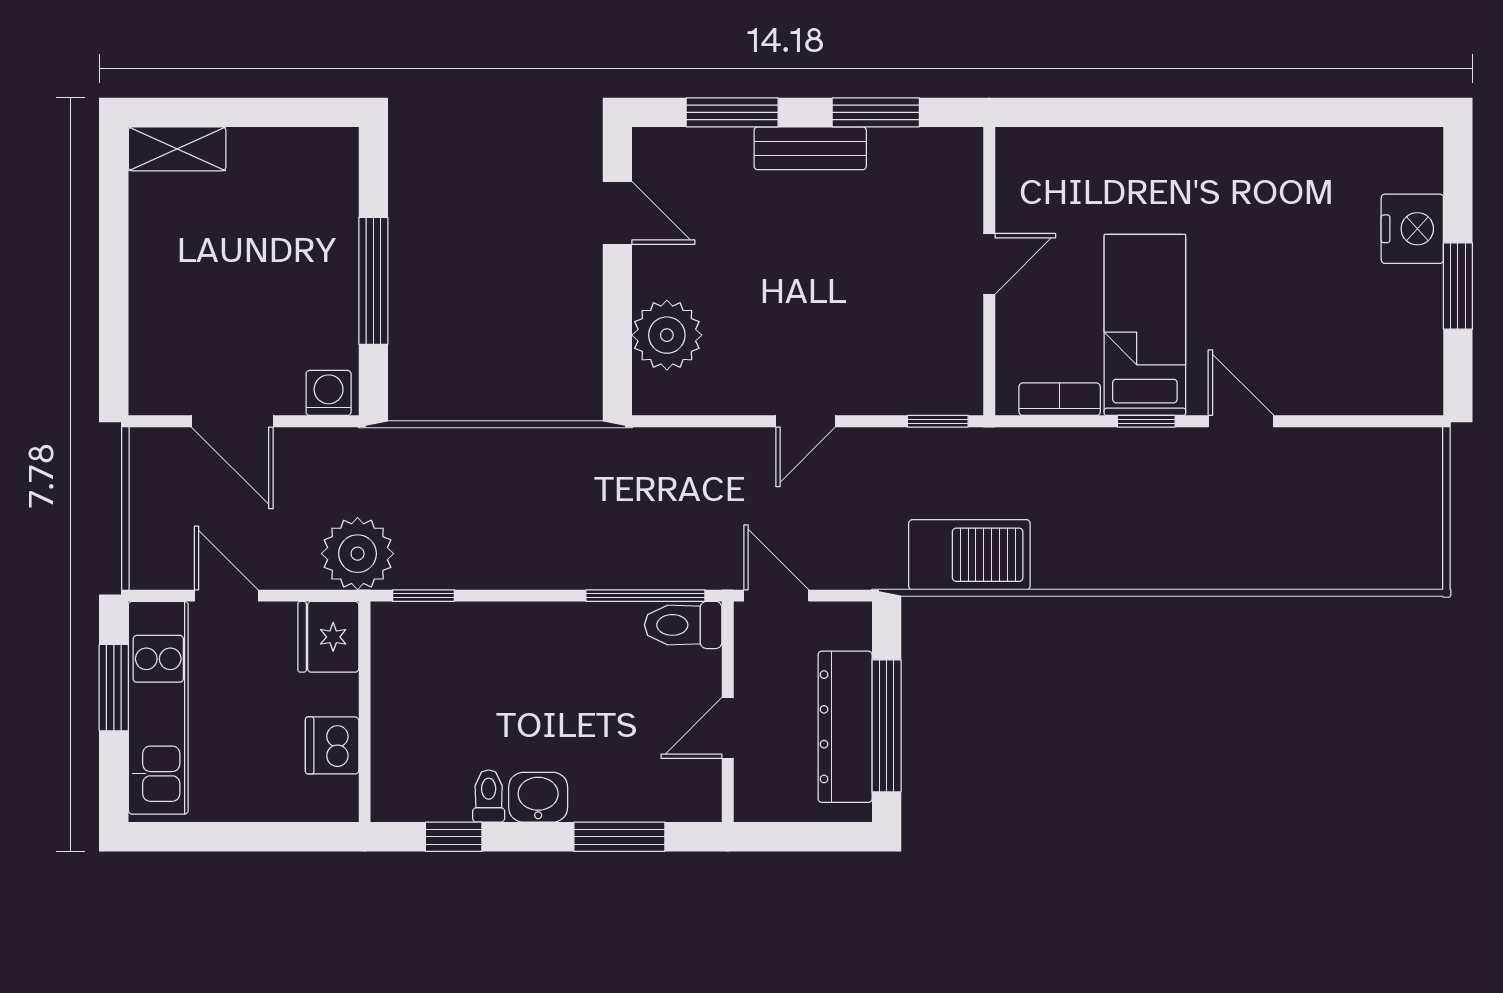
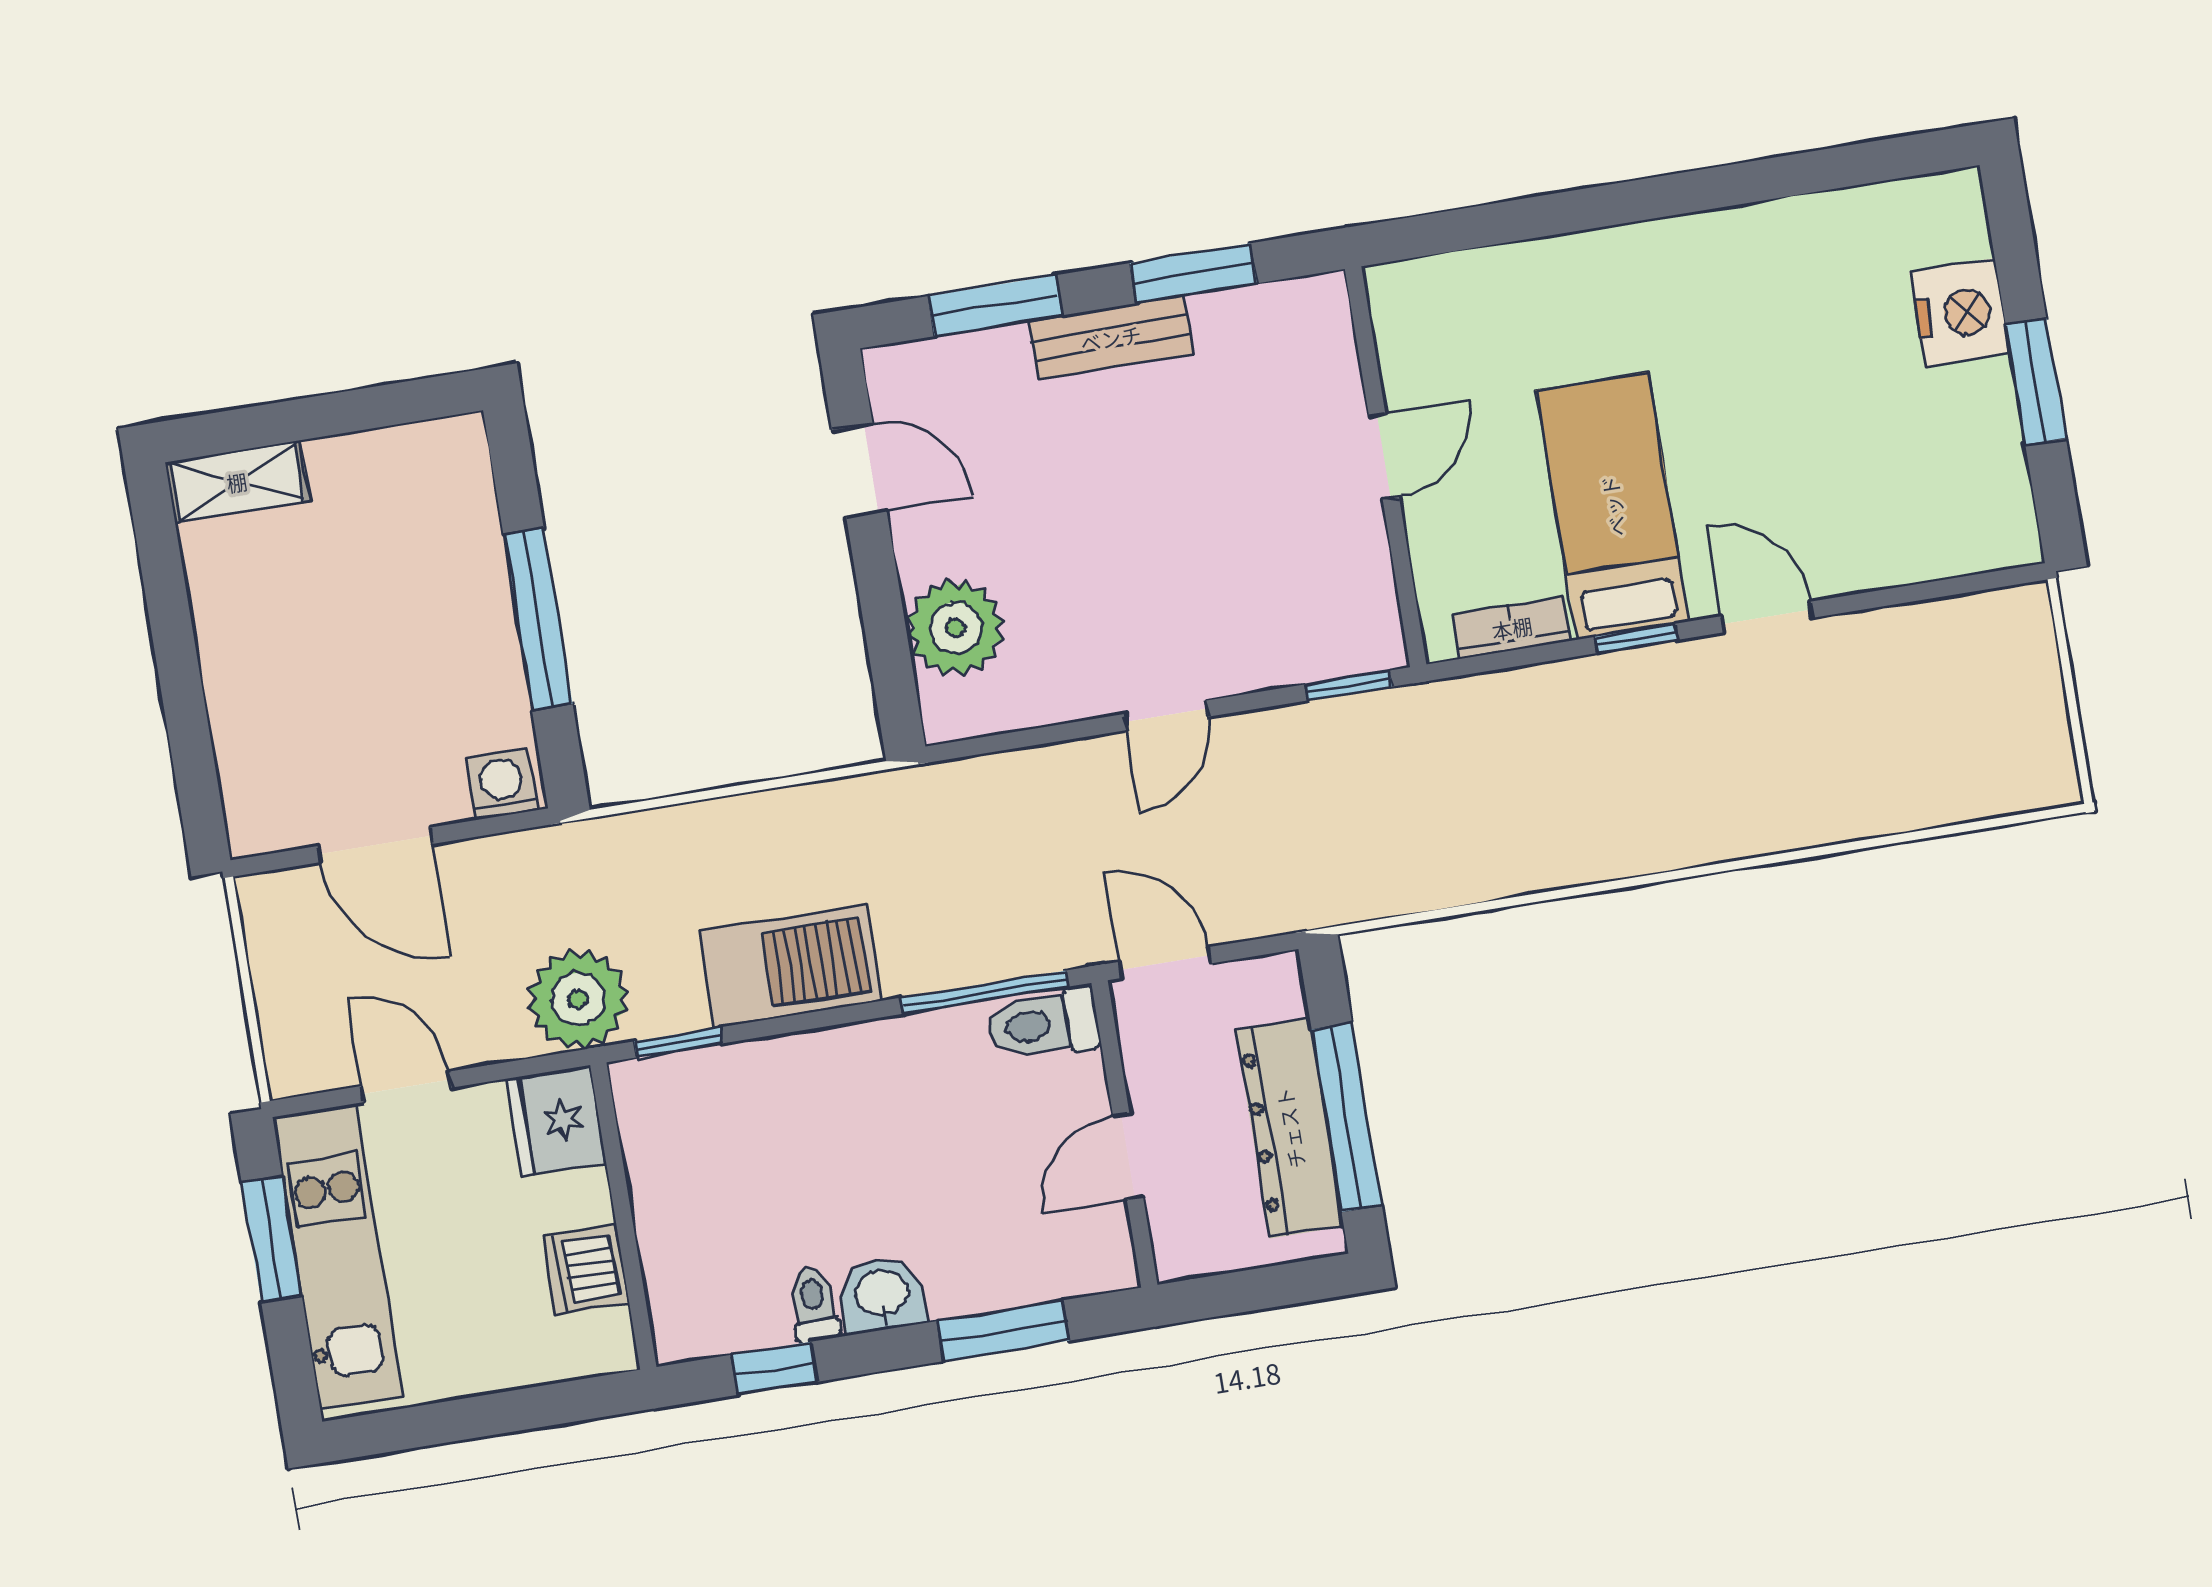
barbecue: (969, 555) -> (791, 966), moved

